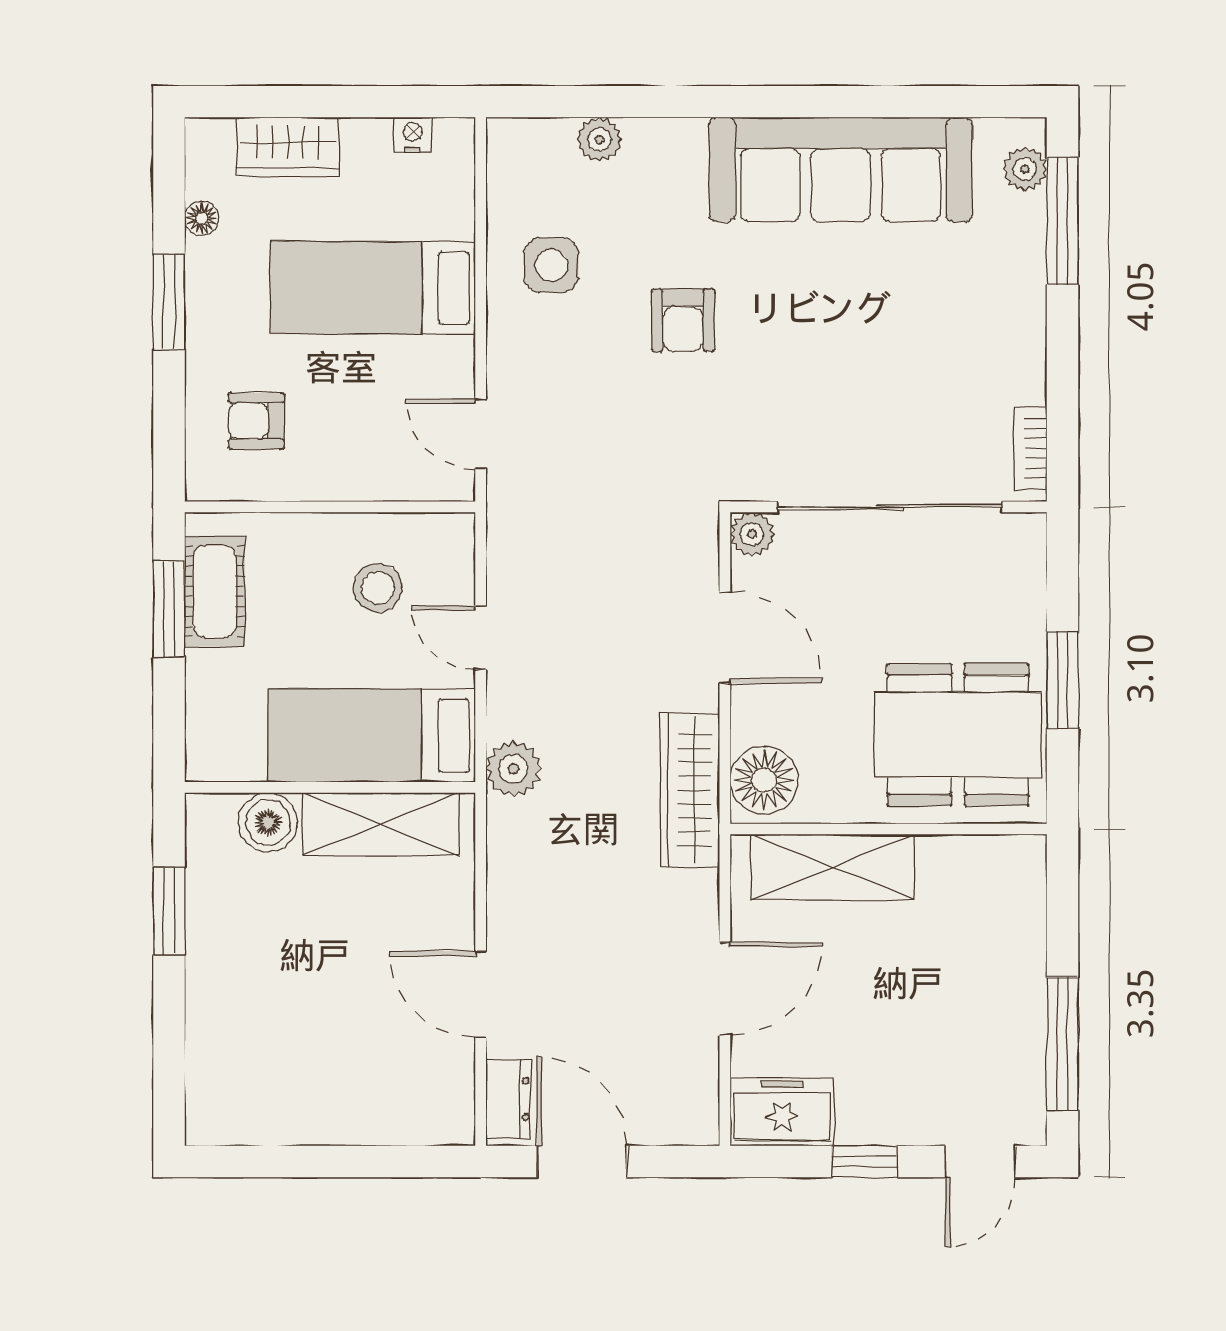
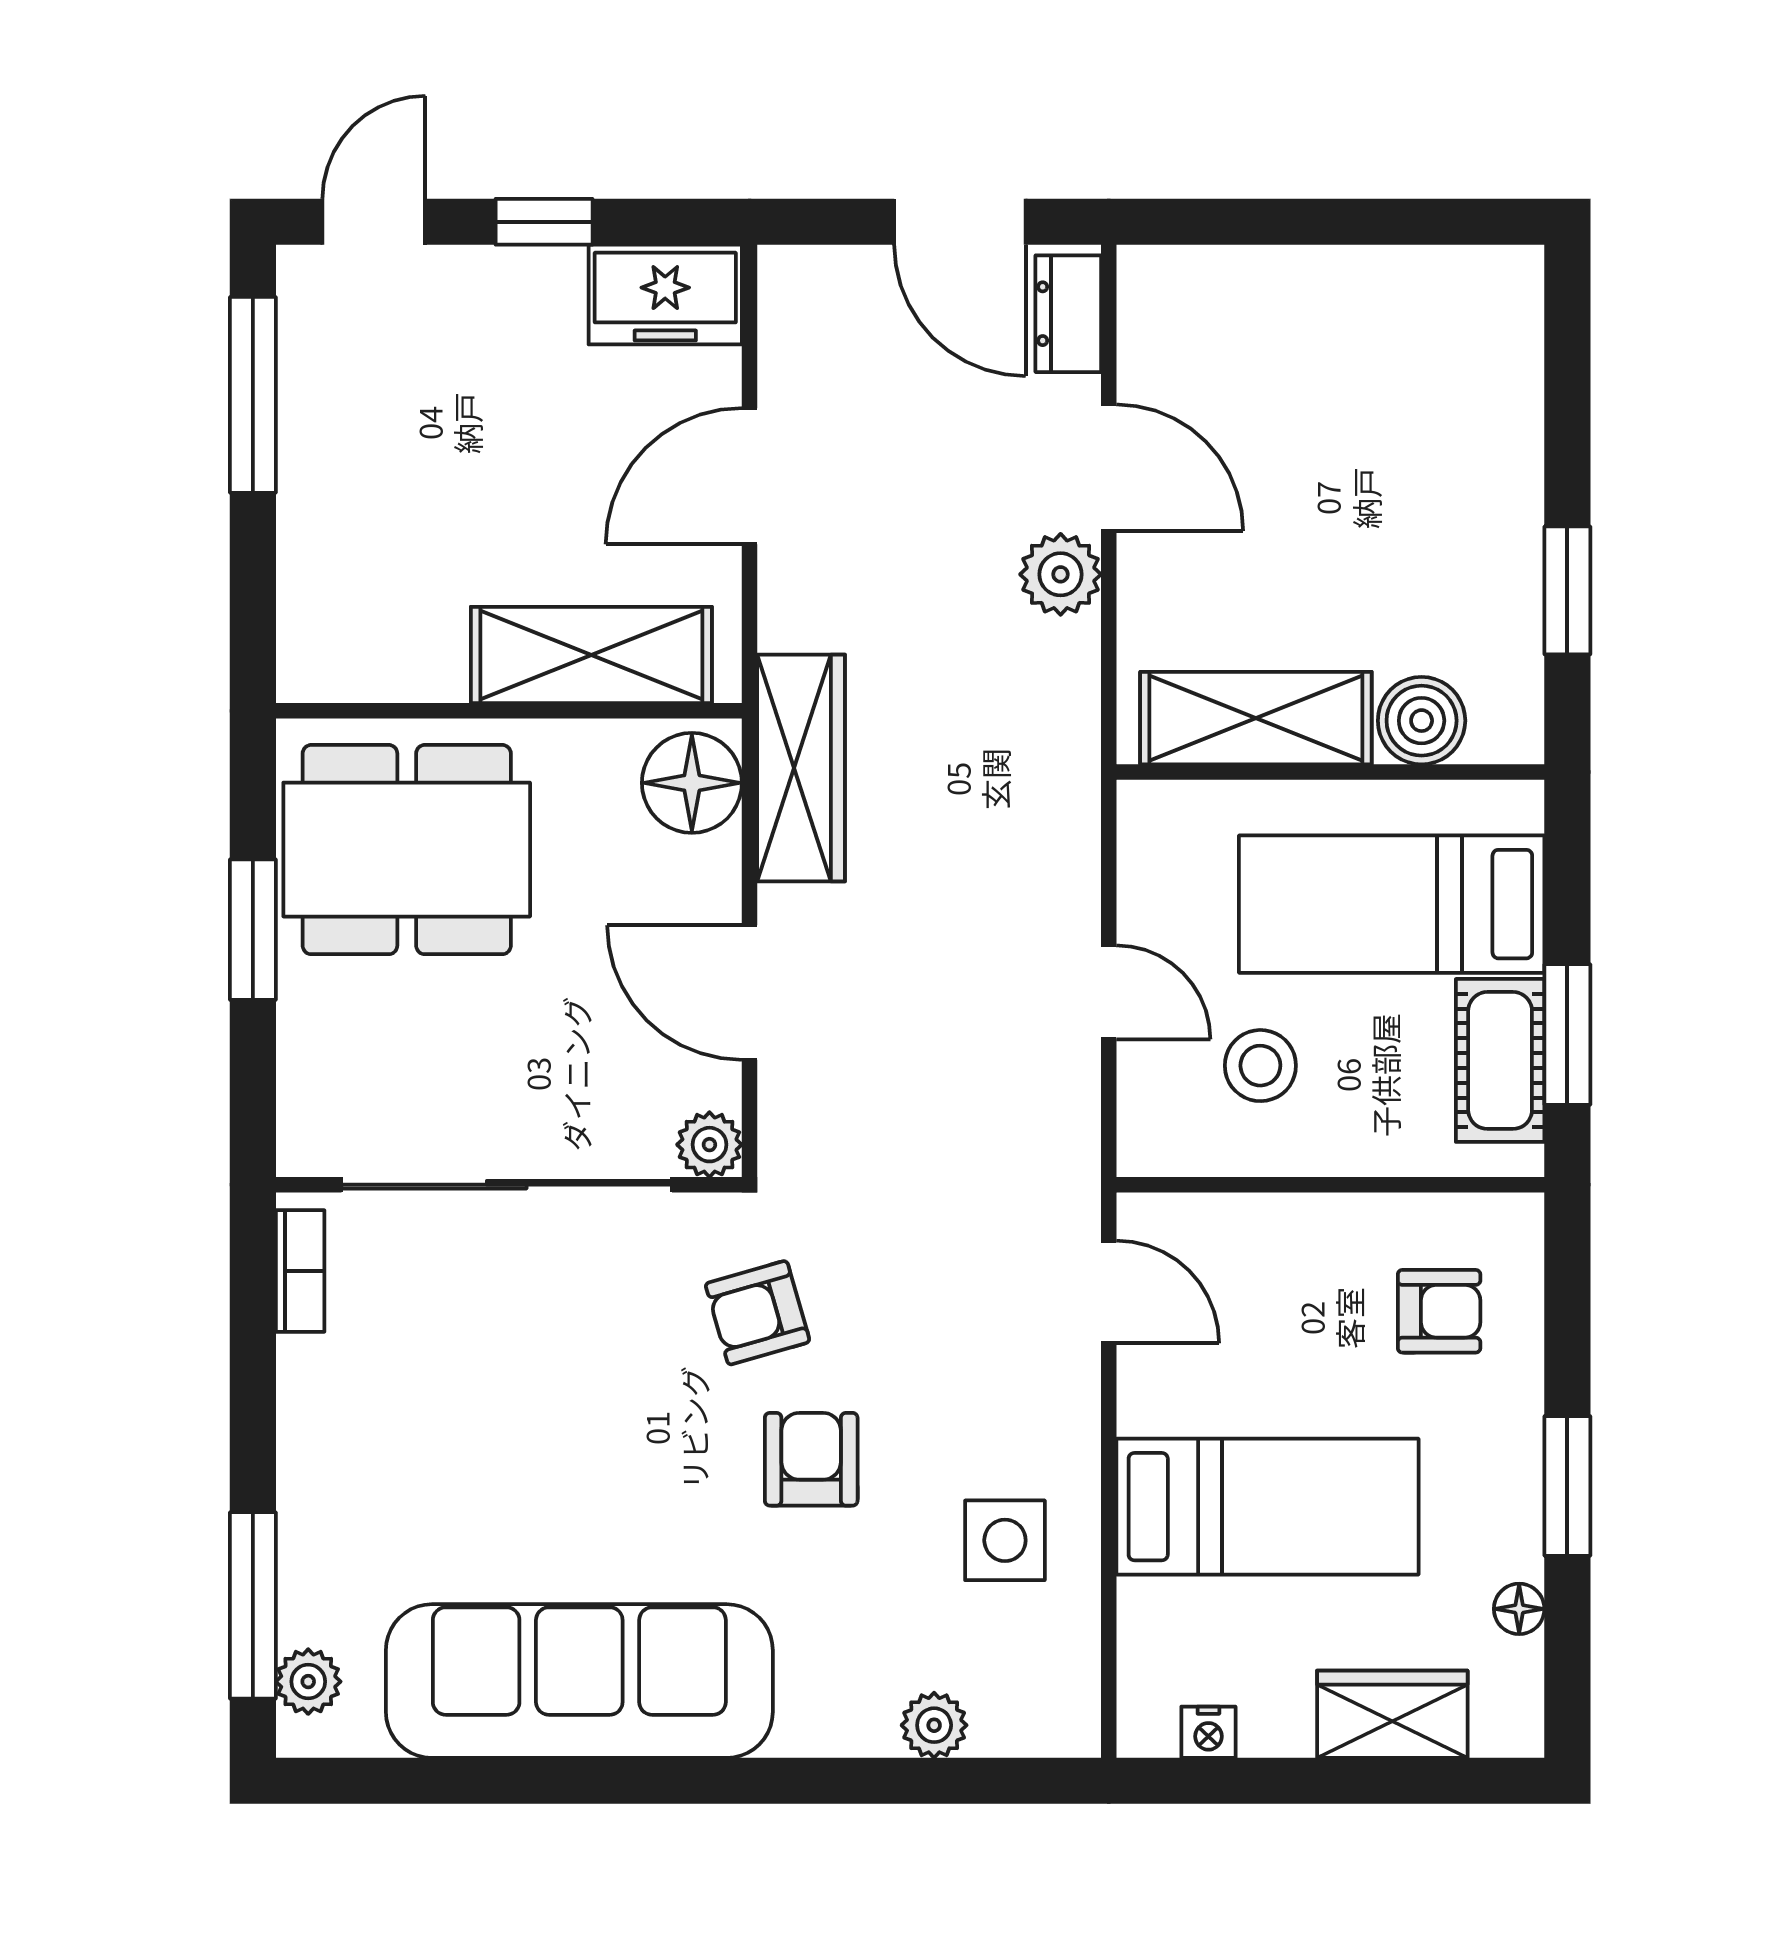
armchair: (719, 420) -> (758, 1313), added
bed: (372, 736) -> (1392, 904), moved, turned 180
plant: (513, 769) -> (1061, 574), moved

